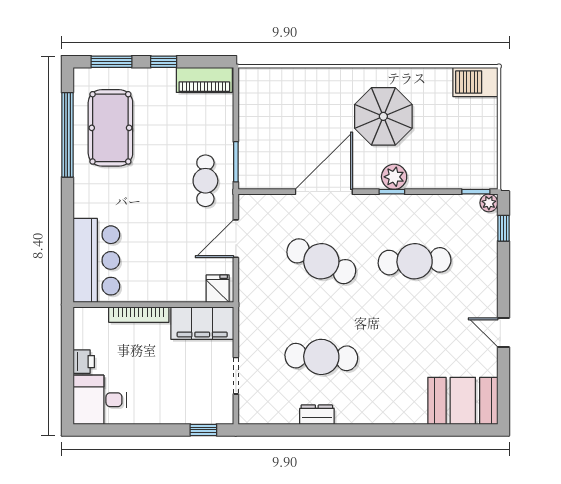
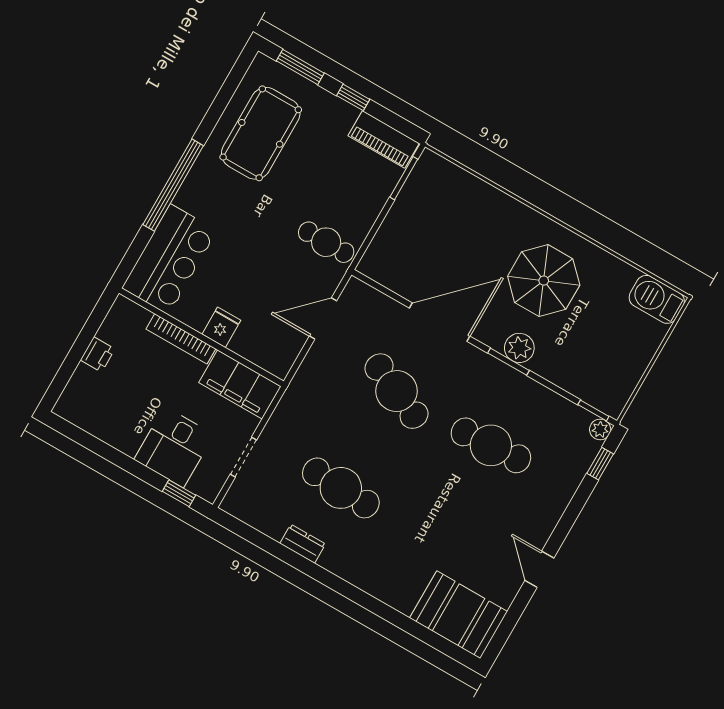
window: (67, 135) -> (173, 185), moved
window: (236, 162) -> (404, 178), moved
cafe table: (205, 181) -> (326, 242), turned 90
window: (392, 192) -> (508, 362), width x1.50
fridge: (218, 289) -> (221, 327), moved
desk: (100, 400) -> (174, 447), moved, turned -90

